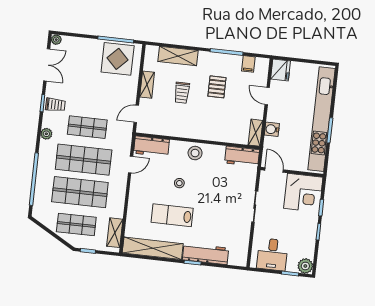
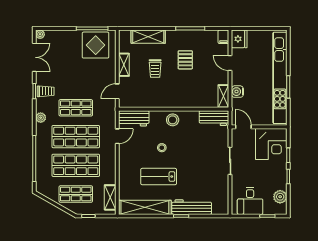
filing cabinet: (248, 64) -> (223, 37), moved
plant: (305, 266) -> (280, 197), moved

